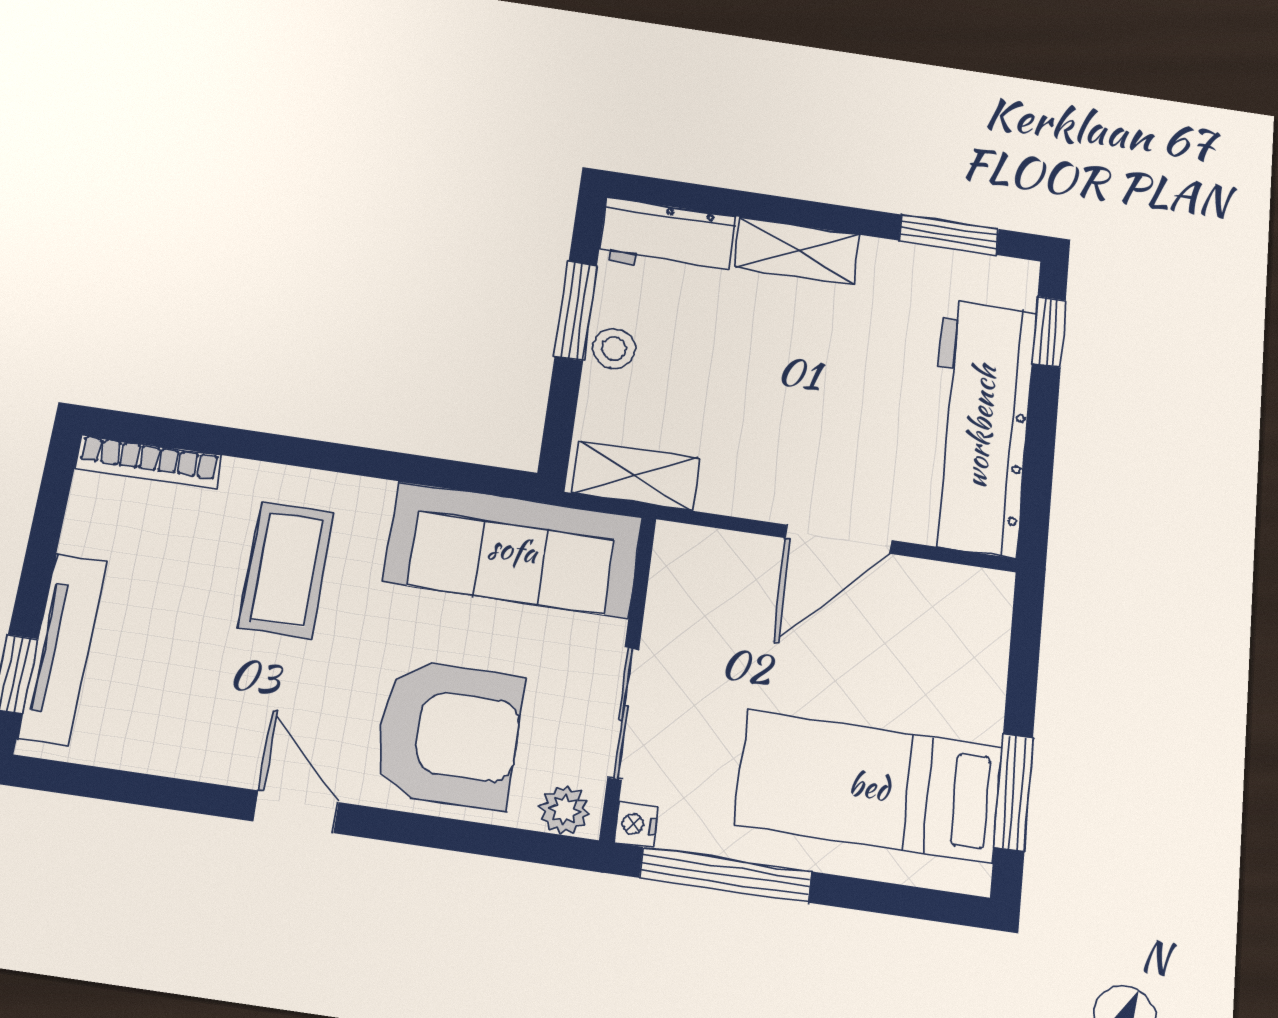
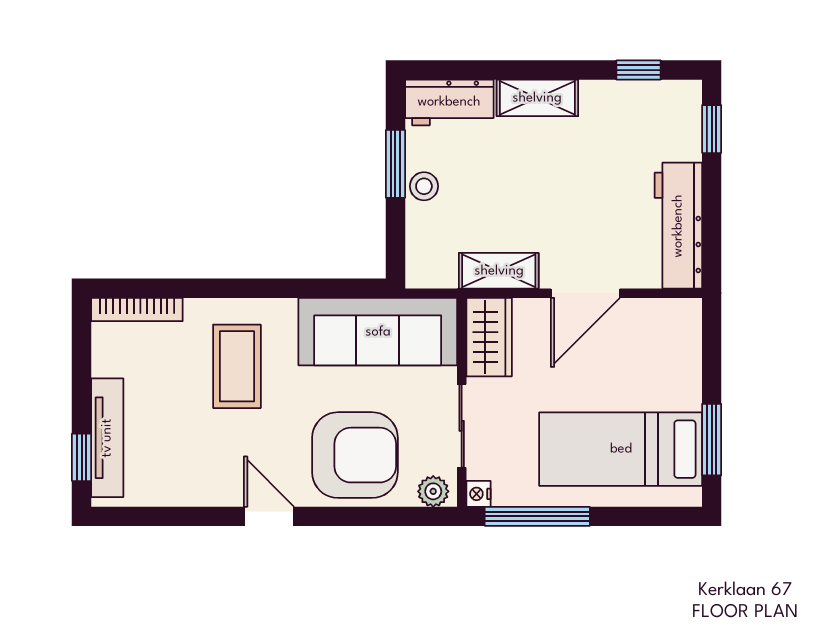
window: (949, 235) -> (638, 70), width x0.67
workbench: (980, 427) -> (678, 226), width x0.73, depth x0.76
shelving: (636, 476) -> (499, 271), moved
wardrobe: (683, 583) -> (489, 337), added

